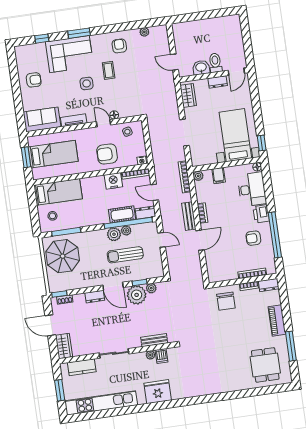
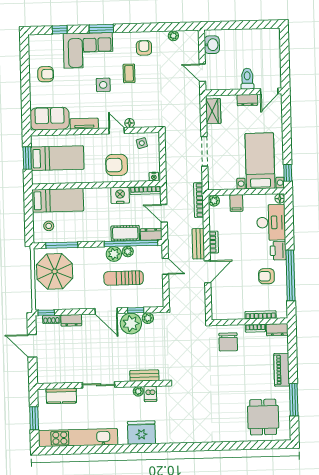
washbasin: (201, 68) -> (212, 45), moved, turned 90
dresser: (95, 297) -> (71, 320), moved
wardrobe: (64, 346) -> (44, 370), removed

